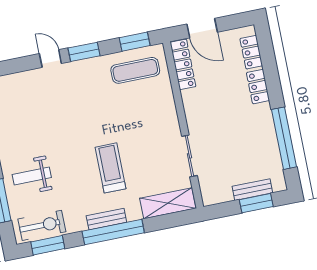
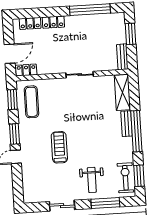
locker: (183, 64) -> (26, 70), width x0.66
sliding door: (189, 156) -> (80, 75), moved
treadmill: (111, 168) -> (59, 147), moved, turned 90
bench: (252, 190) -> (122, 57), moved
bench: (106, 219) -> (126, 124), moved

